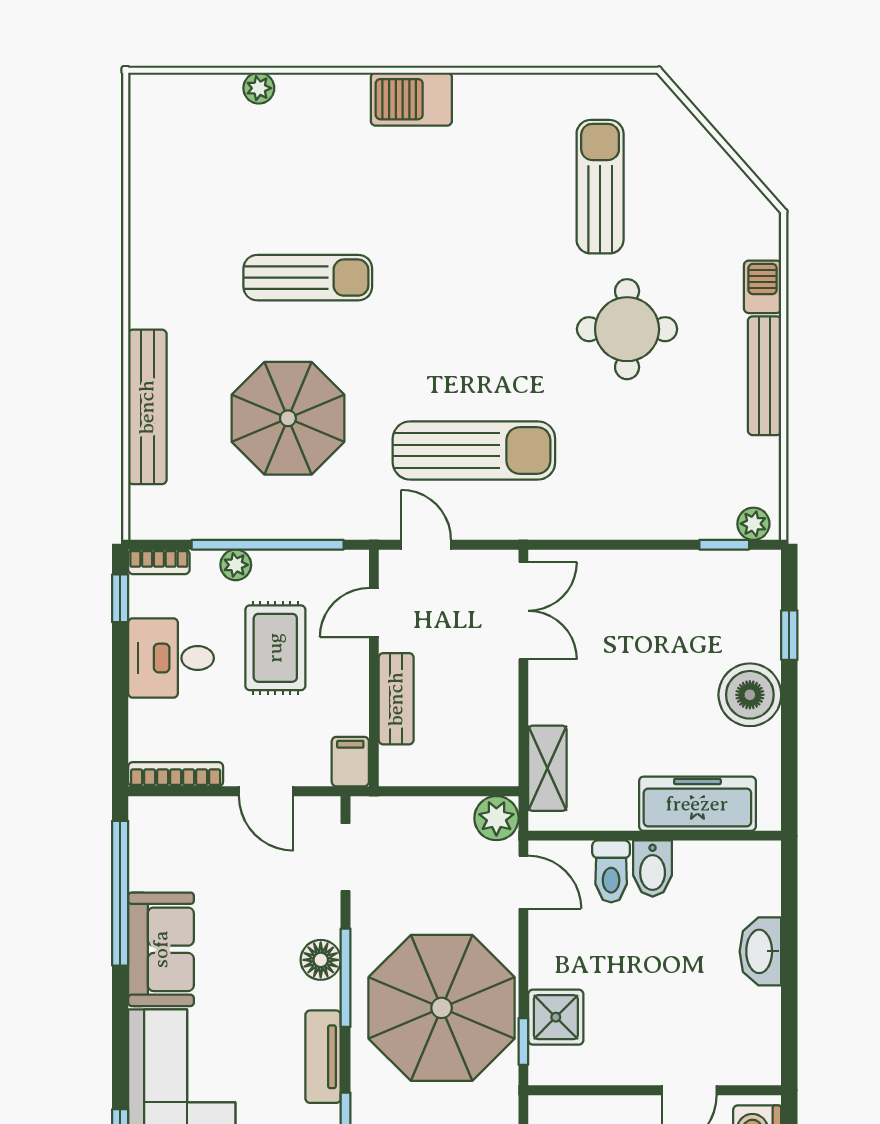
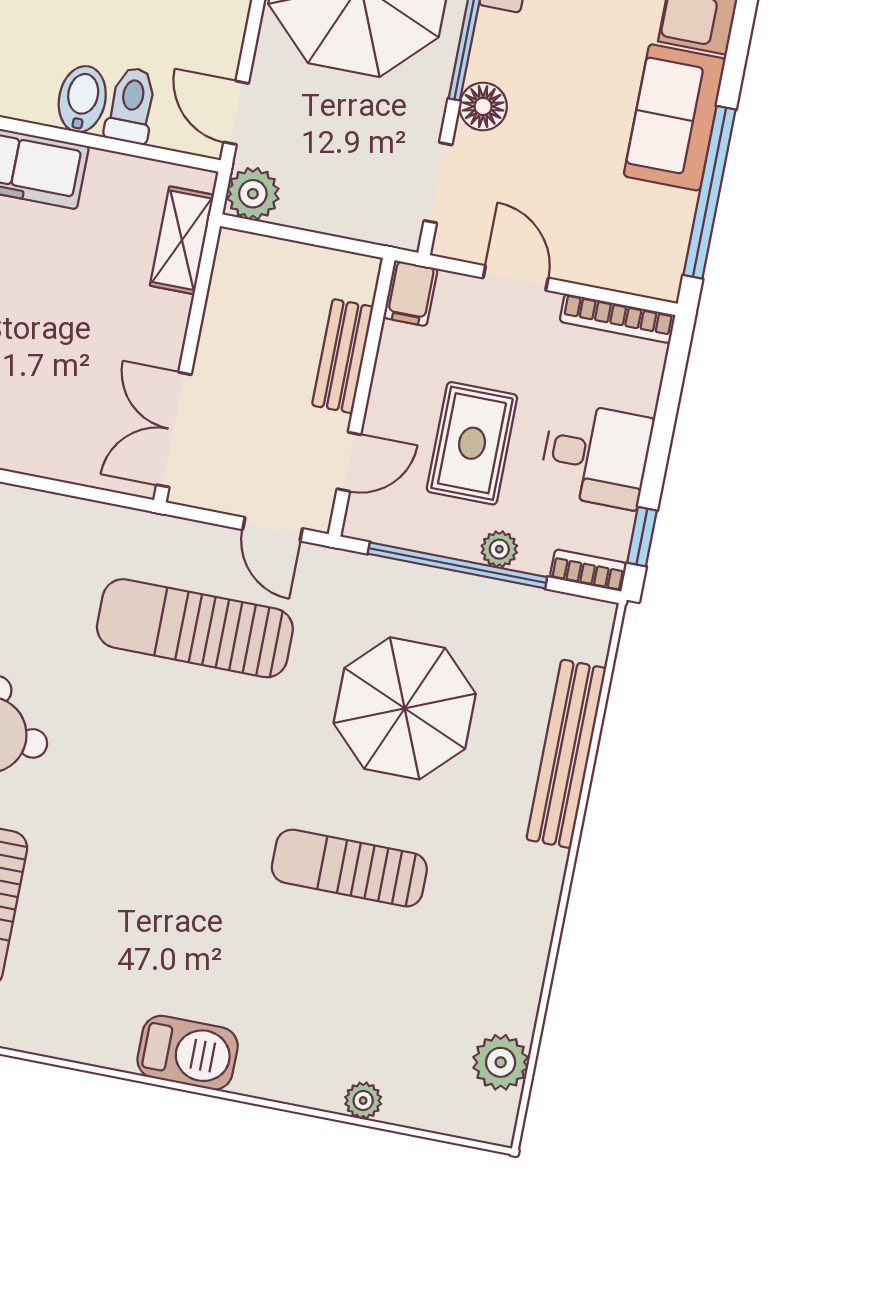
plant: (152, 142) -> (501, 1062), added
floor lamp: (321, 960) -> (483, 106), moved

